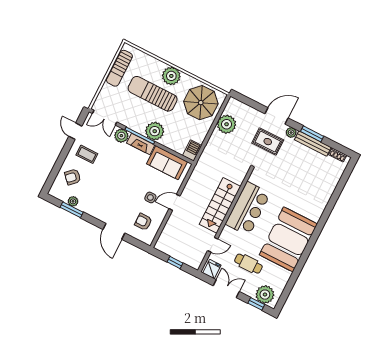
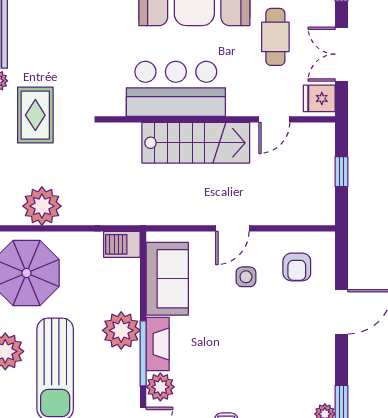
door: (174, 202) -> (232, 228), hinge flipped
door: (213, 245) -> (274, 119), swing flipped

